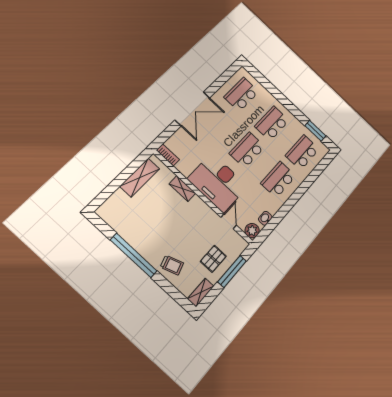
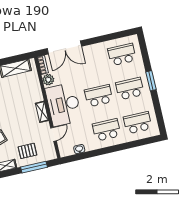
double door: (192, 109) -> (64, 47), moved
window: (315, 131) -> (151, 81), moved
shelving: (182, 188) -> (42, 112), moved
plant: (252, 231) -> (48, 80), moved

